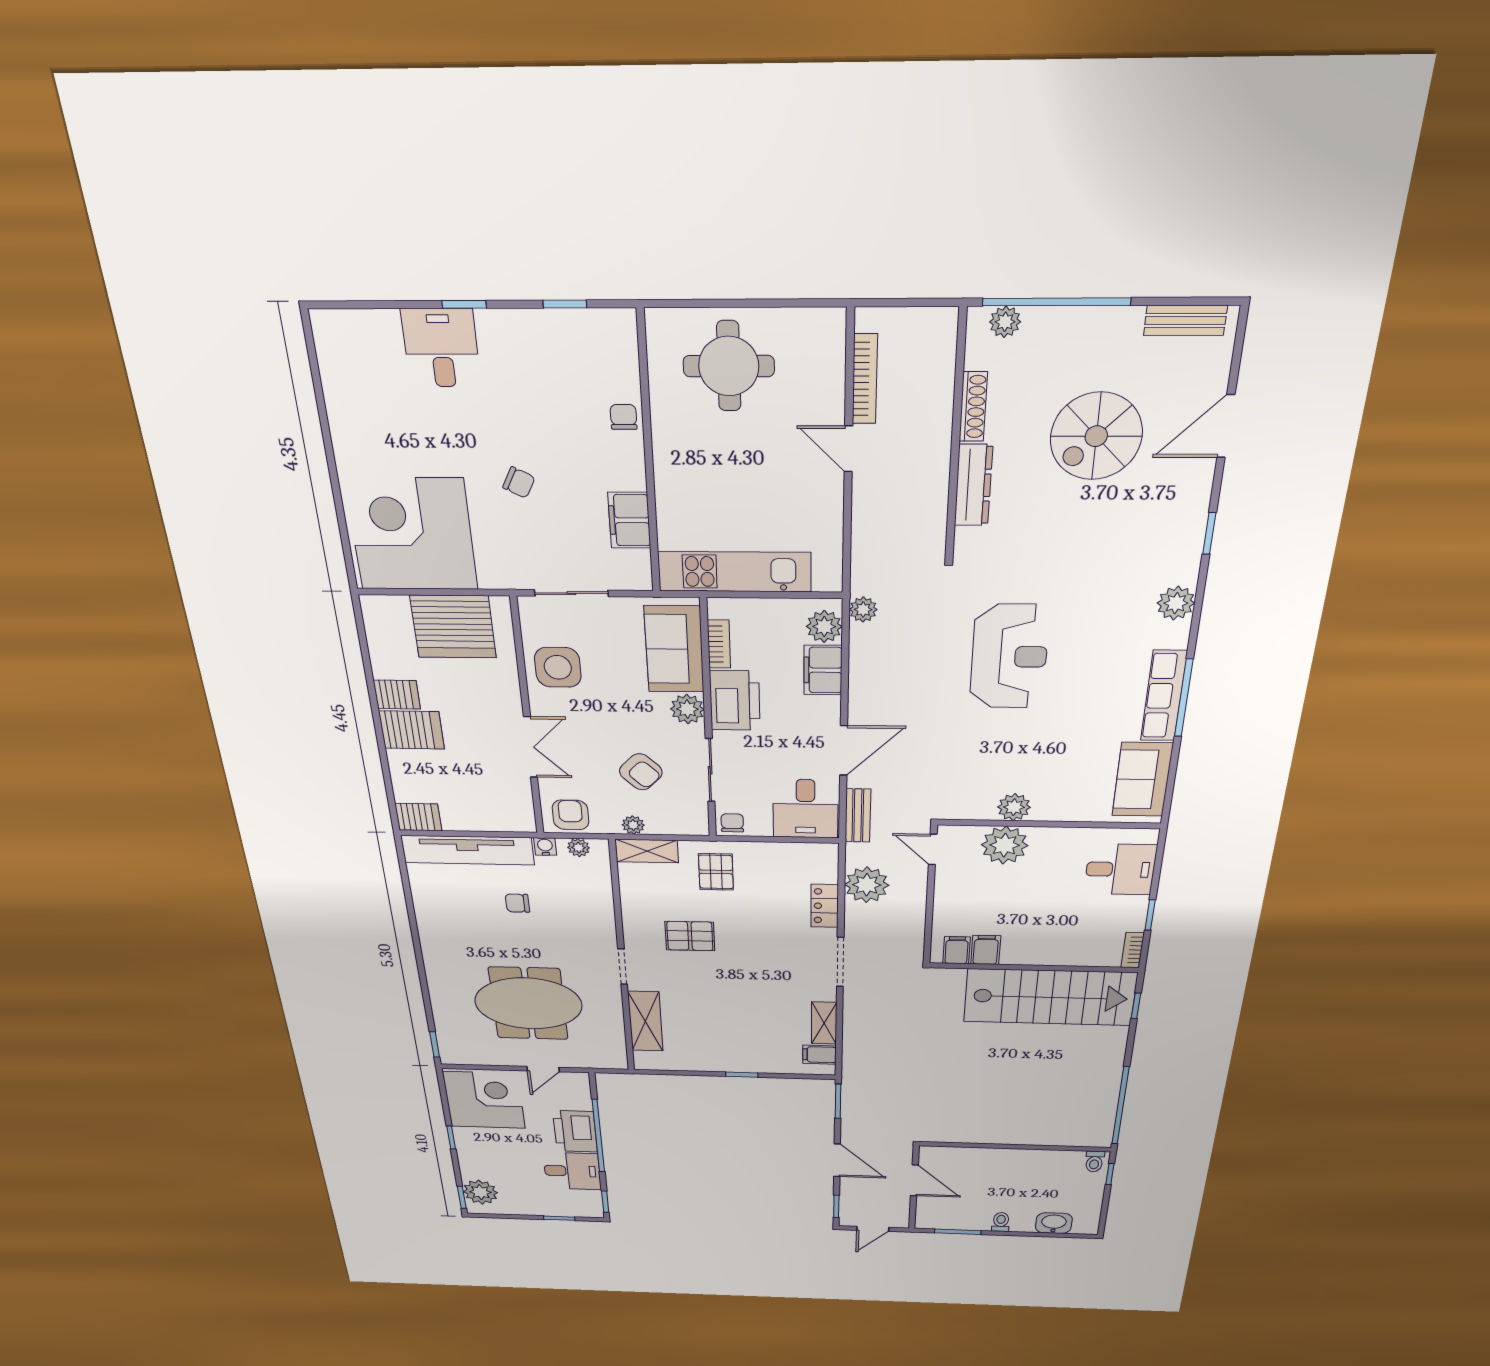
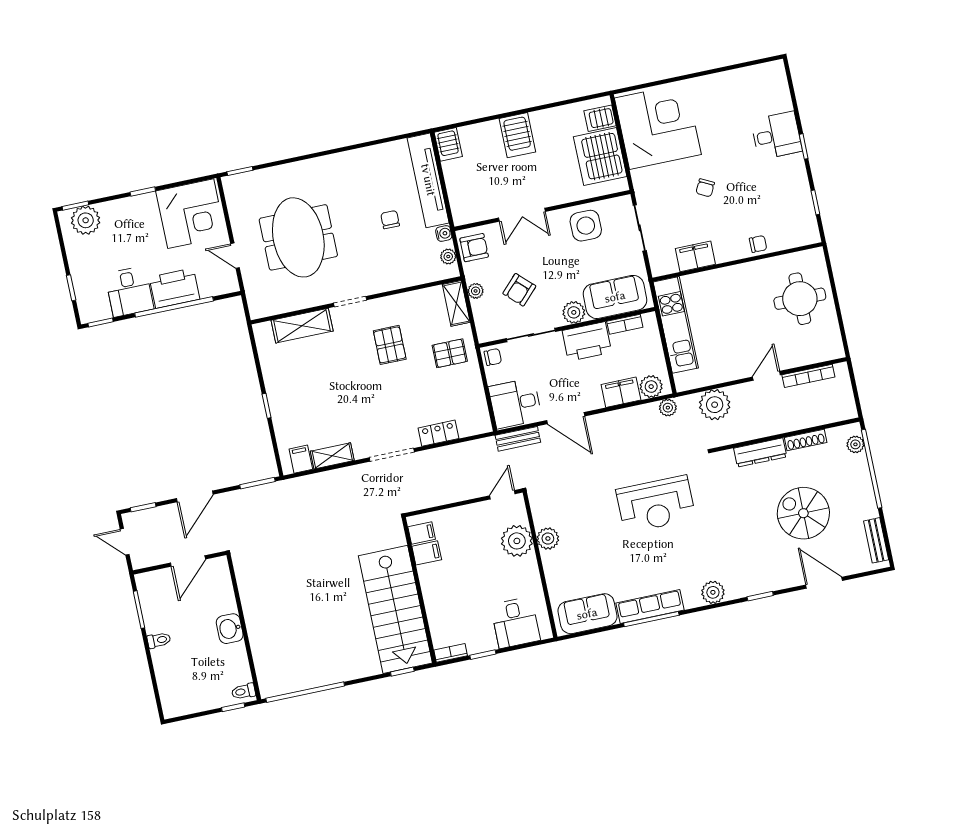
server rack: (397, 695) -> (600, 118), moved, turned 90
plant: (867, 885) -> (715, 405), moved
washbasin: (1054, 1223) -> (230, 629), moved, turned 180

